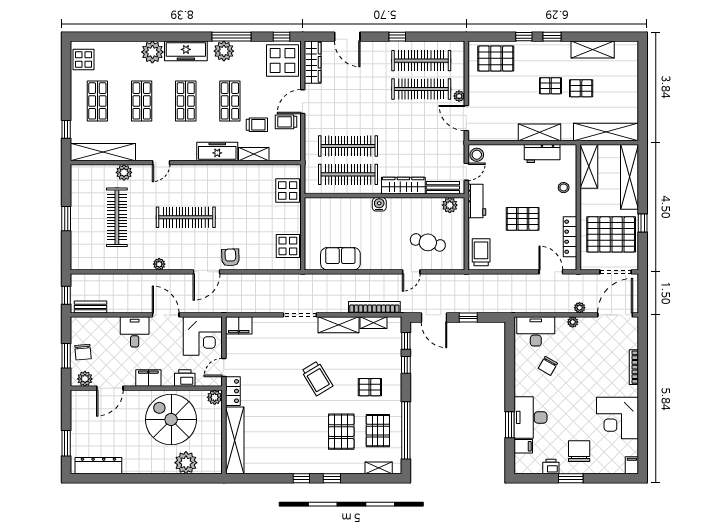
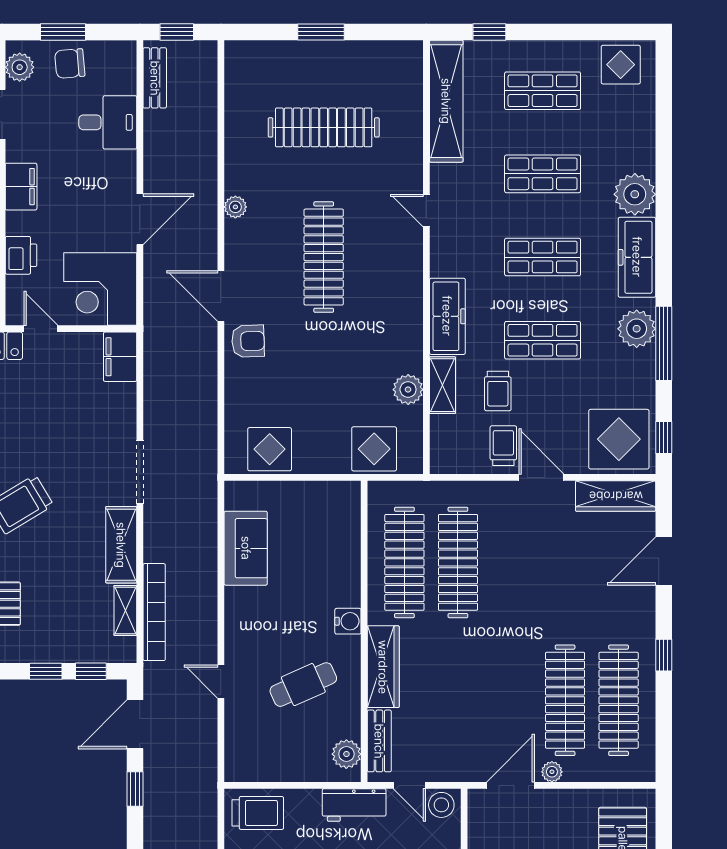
plant: (124, 172) -> (408, 390), moved
cafe table: (428, 242) -> (303, 685), moved, turned 52
desk: (135, 332) -> (108, 122), moved

